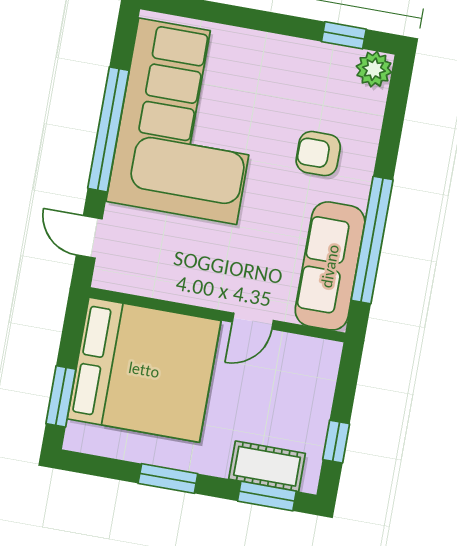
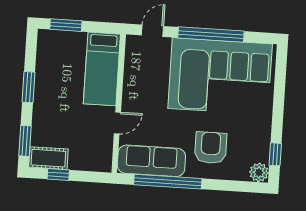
armchair: (318, 154) -> (211, 148), width x1.38, depth x1.38
door: (253, 321) -> (117, 123), swing flipped
bed: (144, 370) -> (102, 69), width x0.49
cot: (267, 466) -> (48, 158), moved, turned 90

